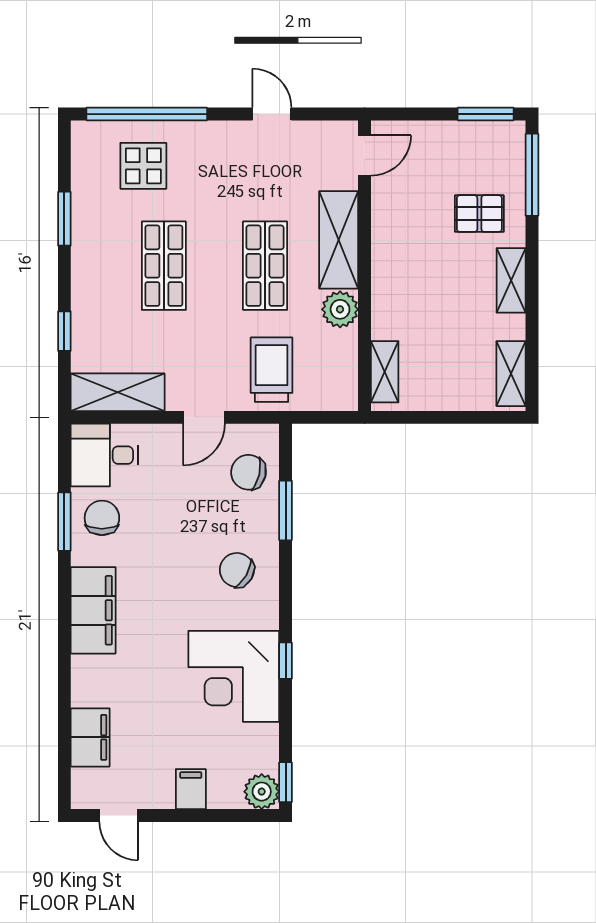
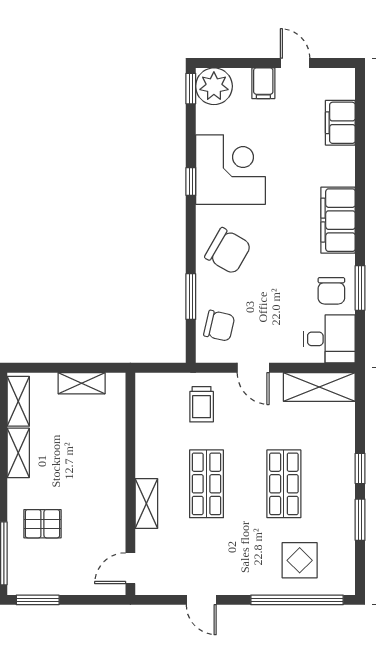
shelving: (339, 240) -> (146, 504), width x0.67, depth x0.75
shelving: (511, 280) -> (18, 453), moved
plant: (340, 309) -> (149, 450), removed
window: (64, 331) -> (360, 468), moved
trolley: (272, 370) -> (202, 404), width x0.73, depth x0.72
shelving: (385, 372) -> (82, 383), moved, turned 90
door: (204, 417) -> (253, 368), swing flipped
chair: (237, 570) -> (228, 251), width x1.37, depth x1.37
plant: (262, 792) -> (214, 86), width x1.36, depth x1.36
door: (119, 815) -> (295, 63), moved

